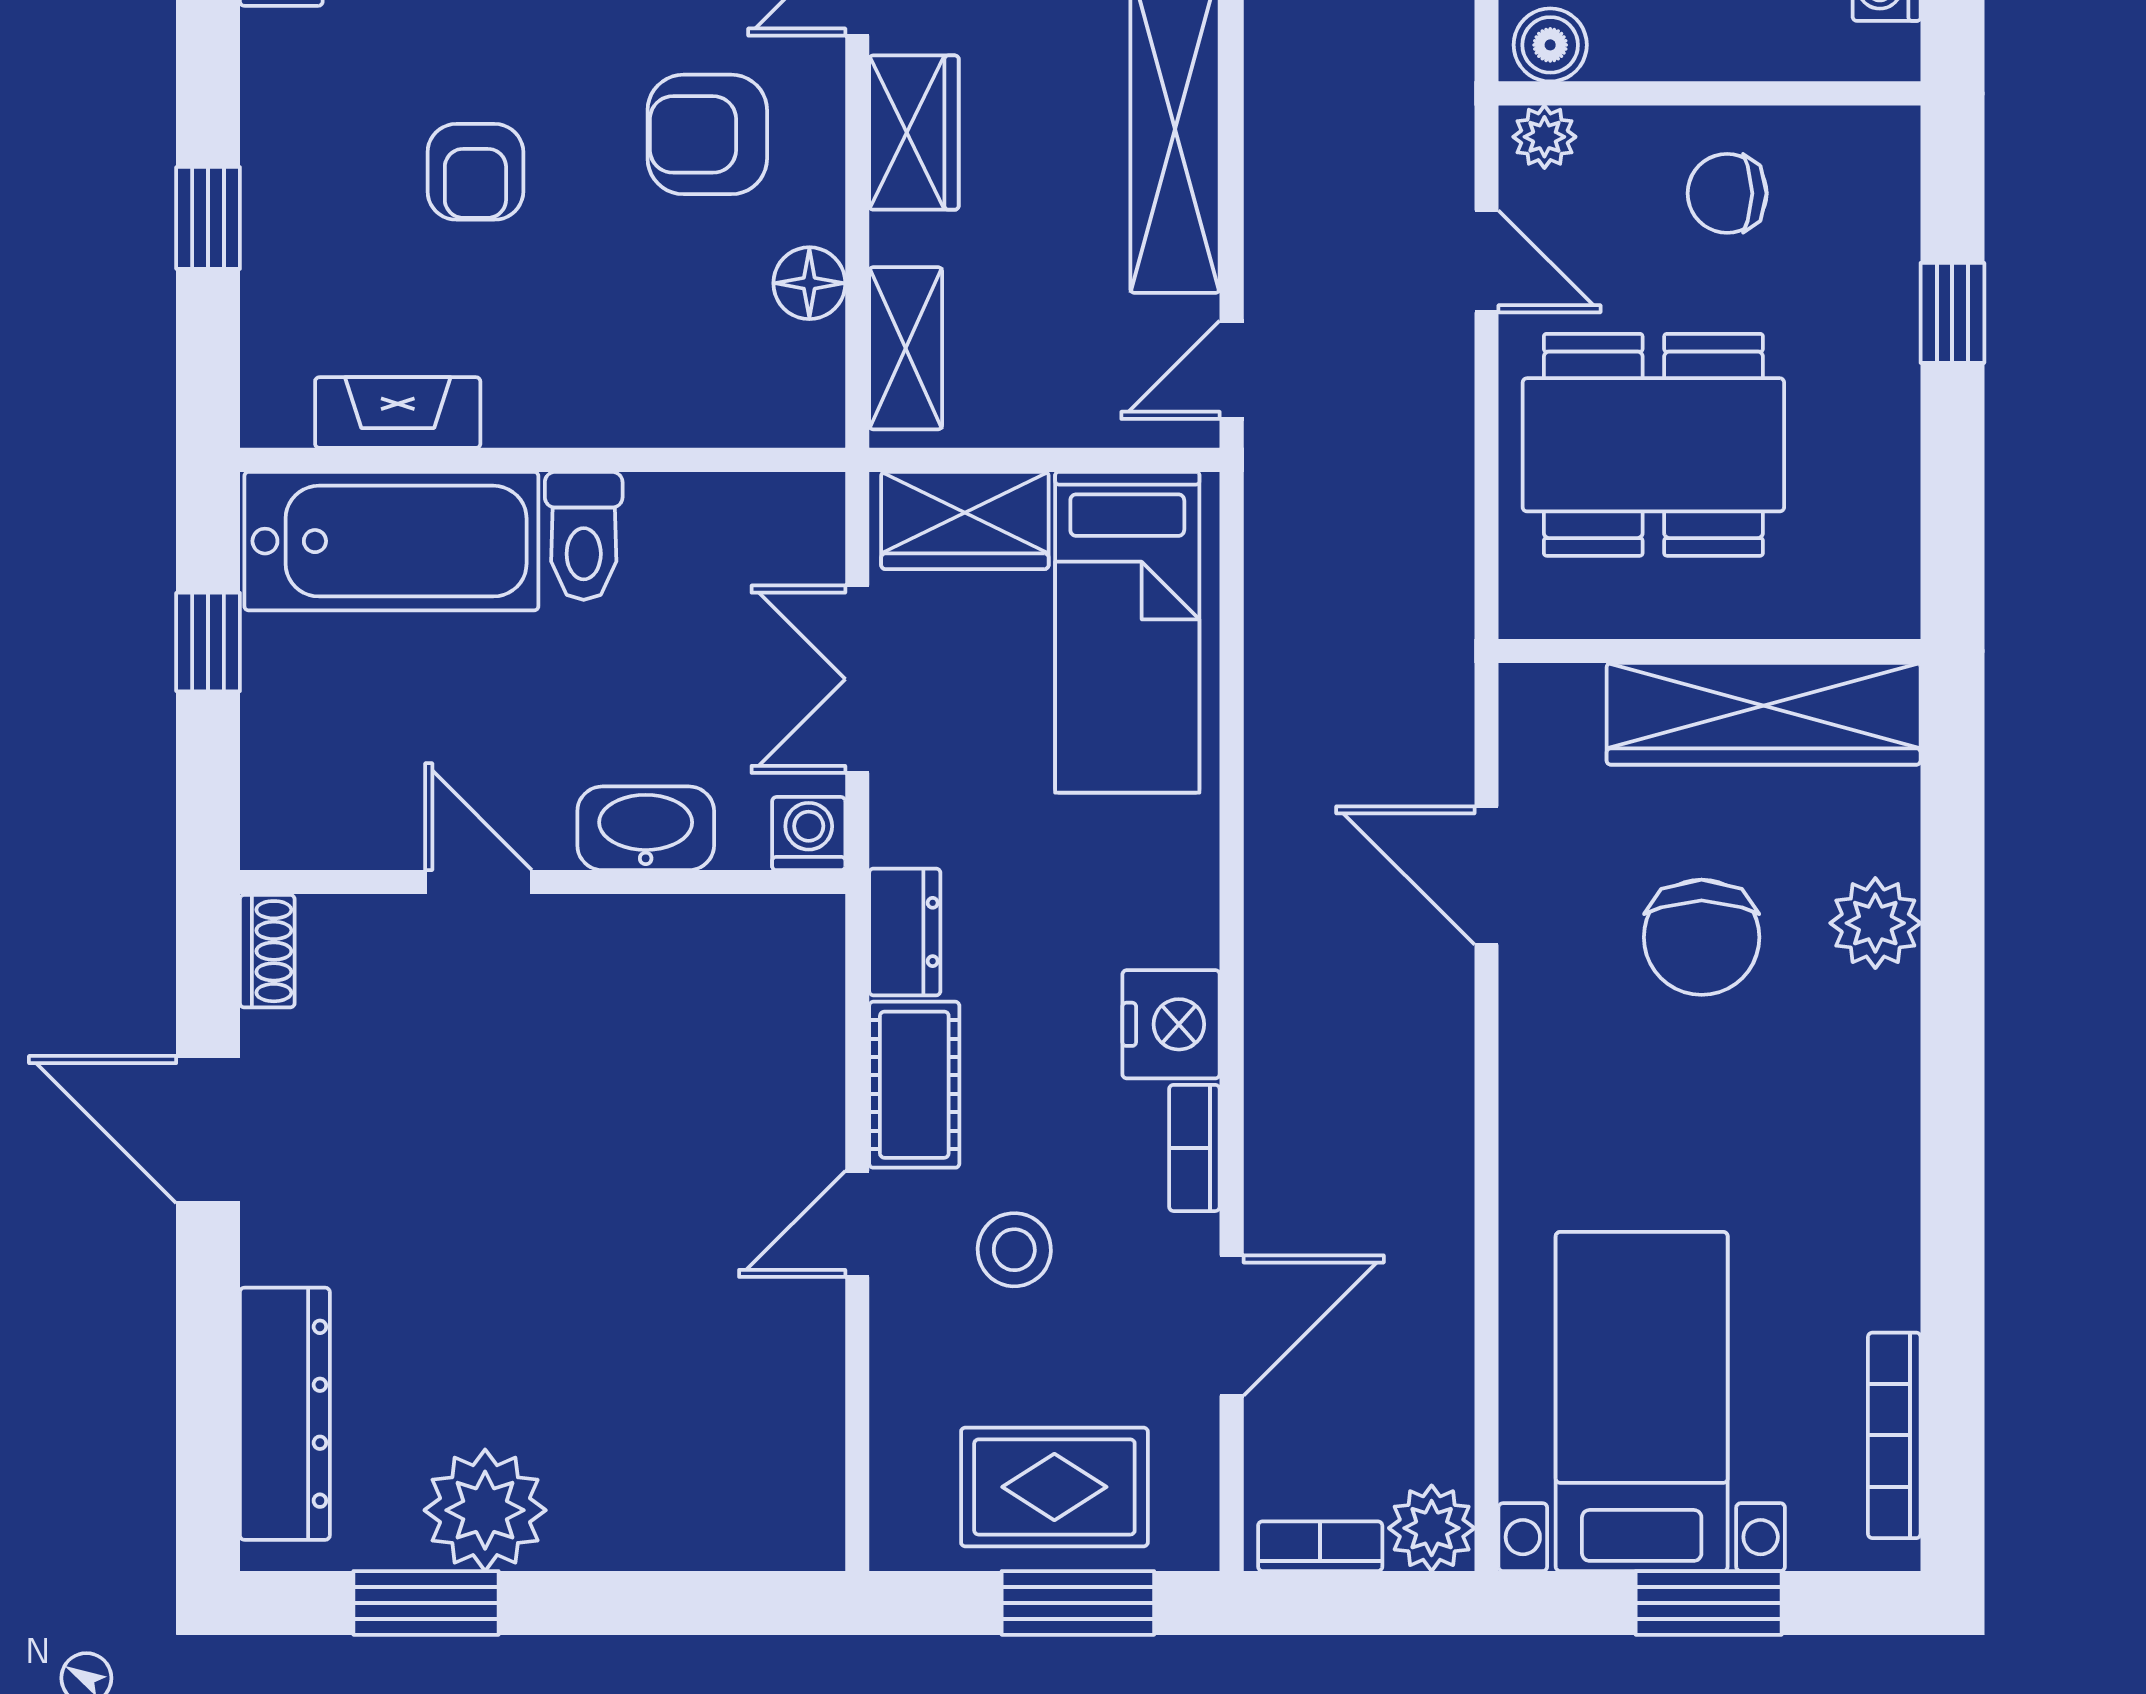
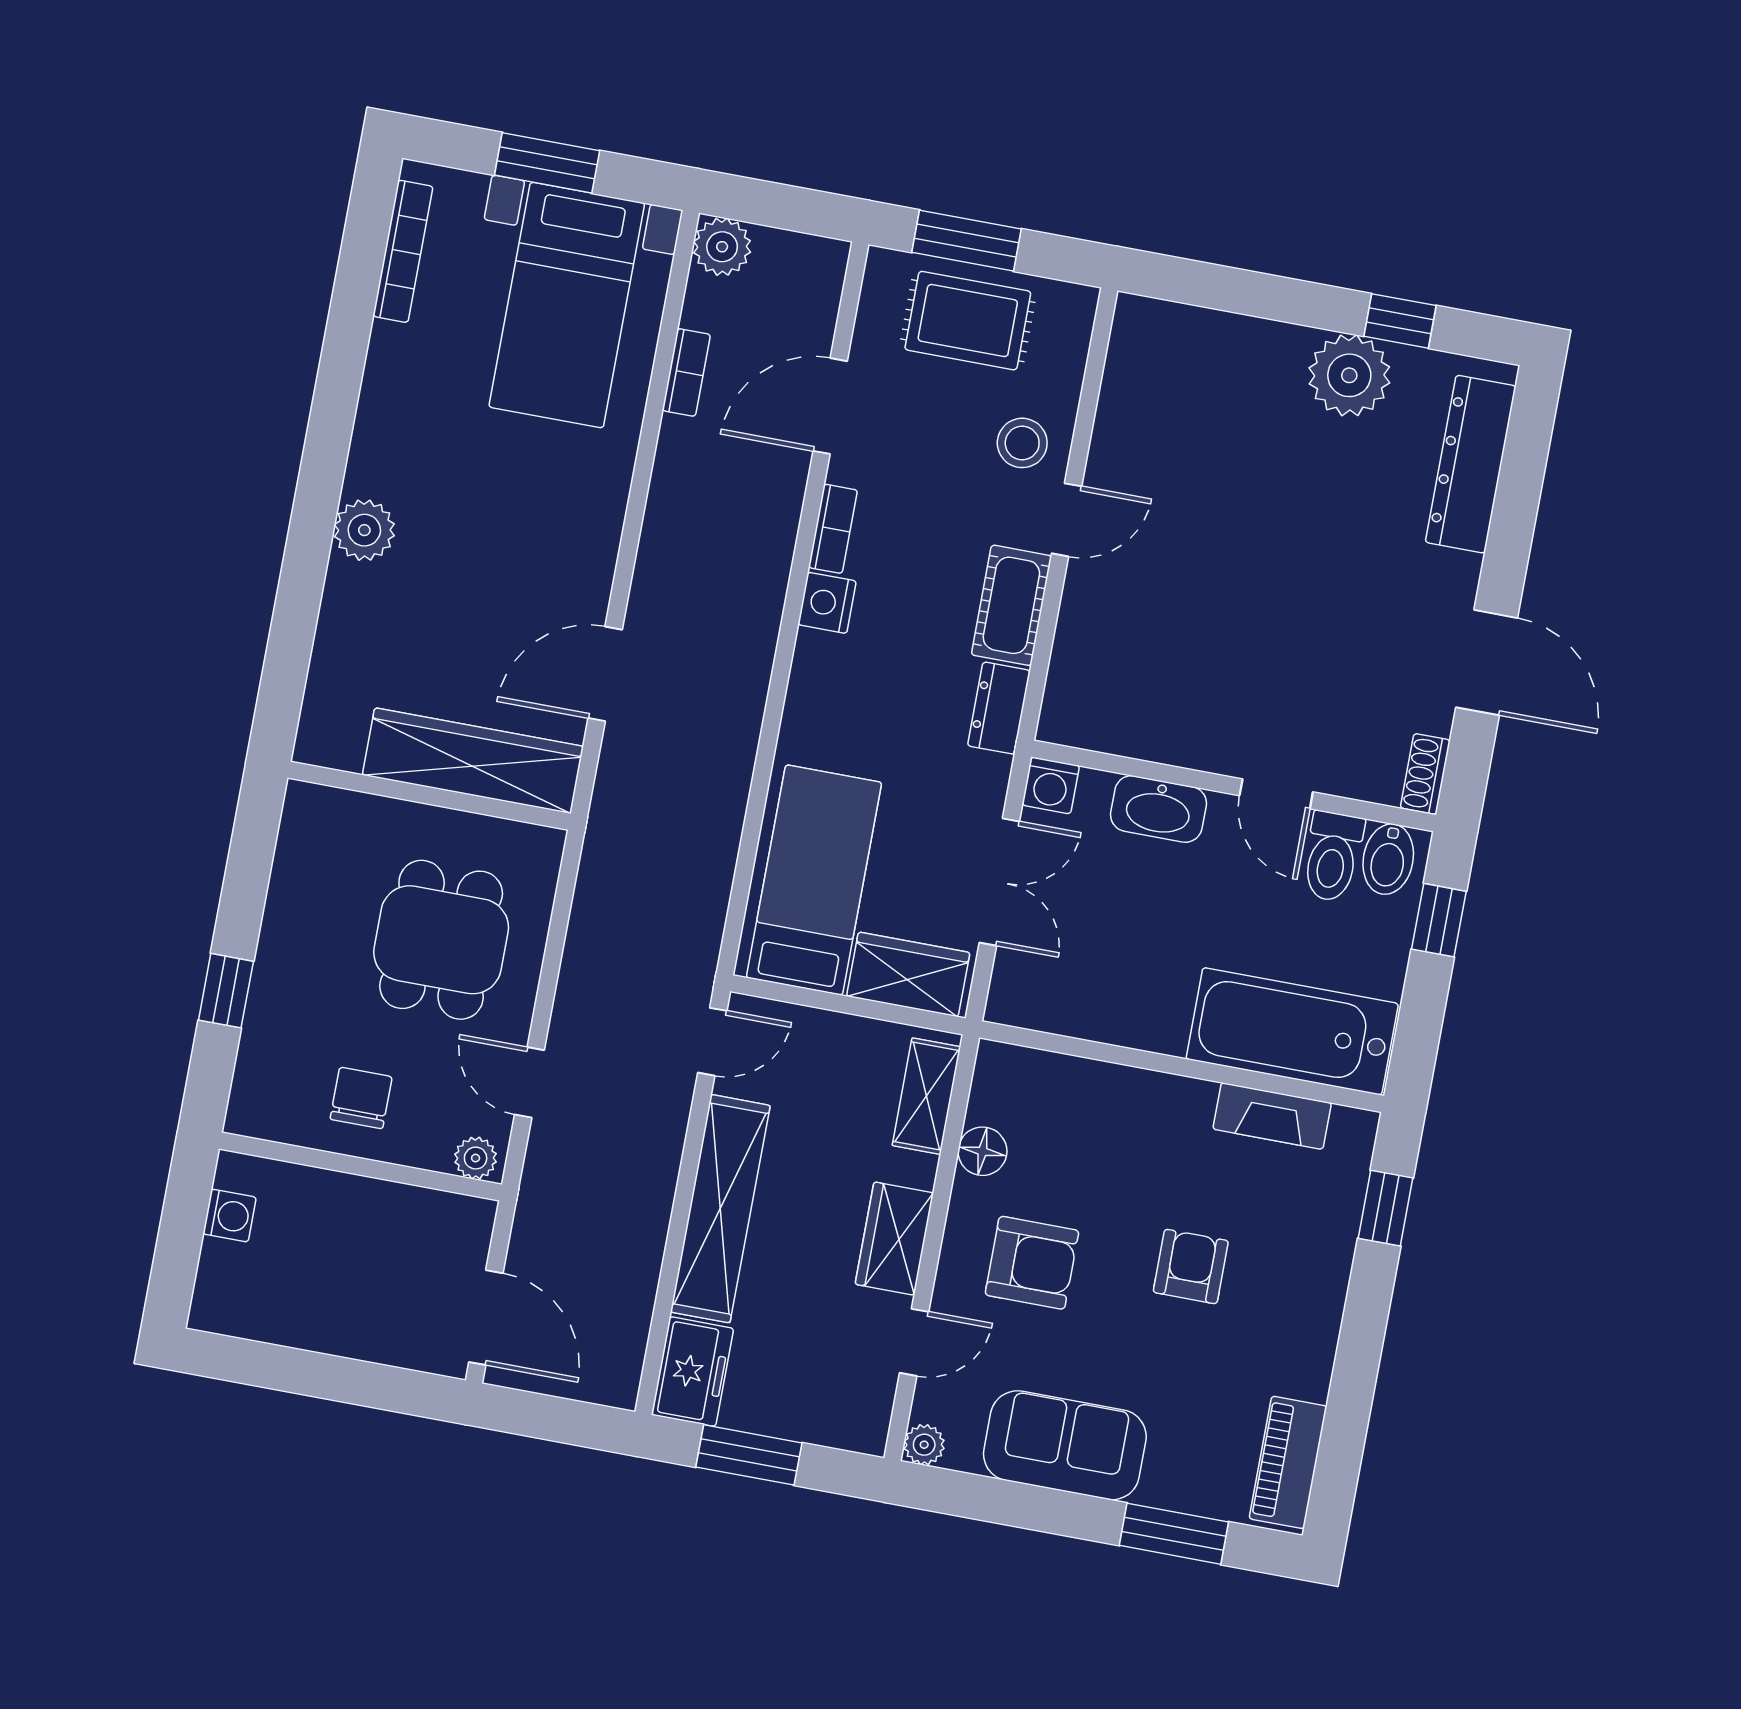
boiler: (1550, 45) -> (460, 1218), removed
chair: (1727, 193) -> (361, 1098), turned -90
window: (208, 218) -> (1386, 1208), moved
dining table: (1653, 445) -> (441, 940), width x0.73
toilet: (584, 536) -> (1332, 857), moved, turned 180
window: (208, 642) -> (1439, 920), moved
wardrobe: (1764, 714) -> (473, 761), moved
bidet: (298, 817) -> (1388, 859), added
door: (1486, 876) -> (605, 674), swing flipped
plant: (1875, 923) -> (364, 530), moved
chair: (1702, 937) -> (470, 606), removed
nightstand: (1171, 1024) -> (827, 603), width x0.74, depth x0.75
stool: (1014, 1250) -> (1022, 443), moved
bookcase: (1320, 1546) -> (686, 372), moved, turned -90
window: (426, 1603) -> (1400, 321), width x0.67

